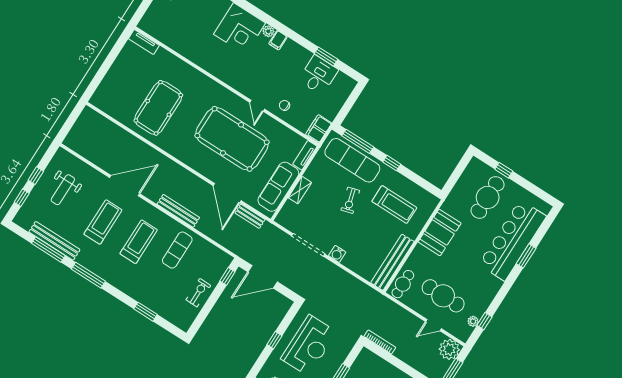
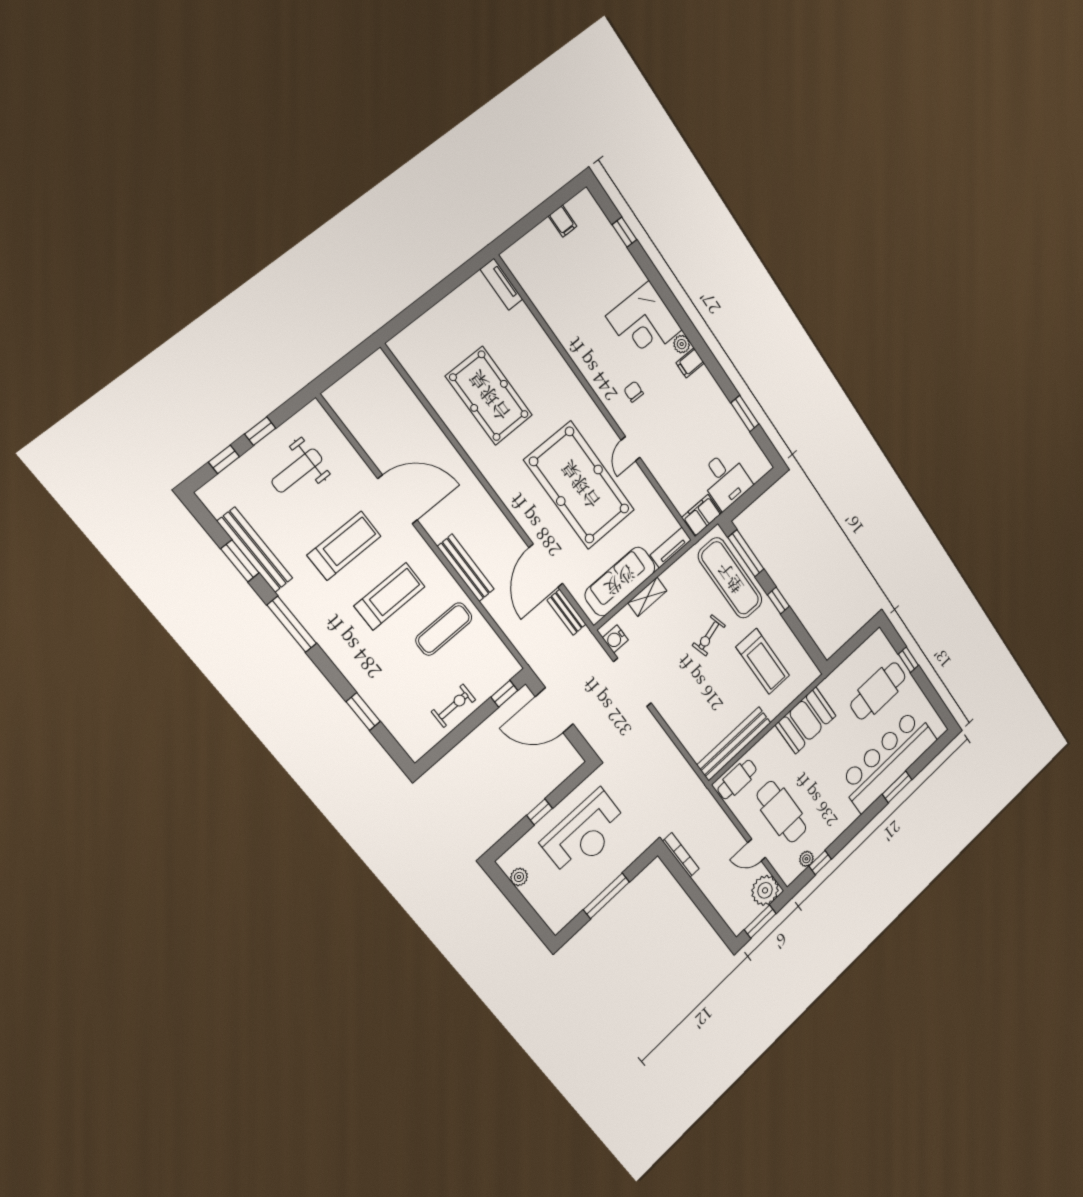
desk: (318, 75) -> (725, 480), moved, turned 90
chair: (285, 105) -> (634, 392), moved
pool table: (158, 108) -> (489, 396), turned 90
window: (48, 250) -> (240, 561), width x0.69
water cooler: (337, 254) -> (615, 639), moved

